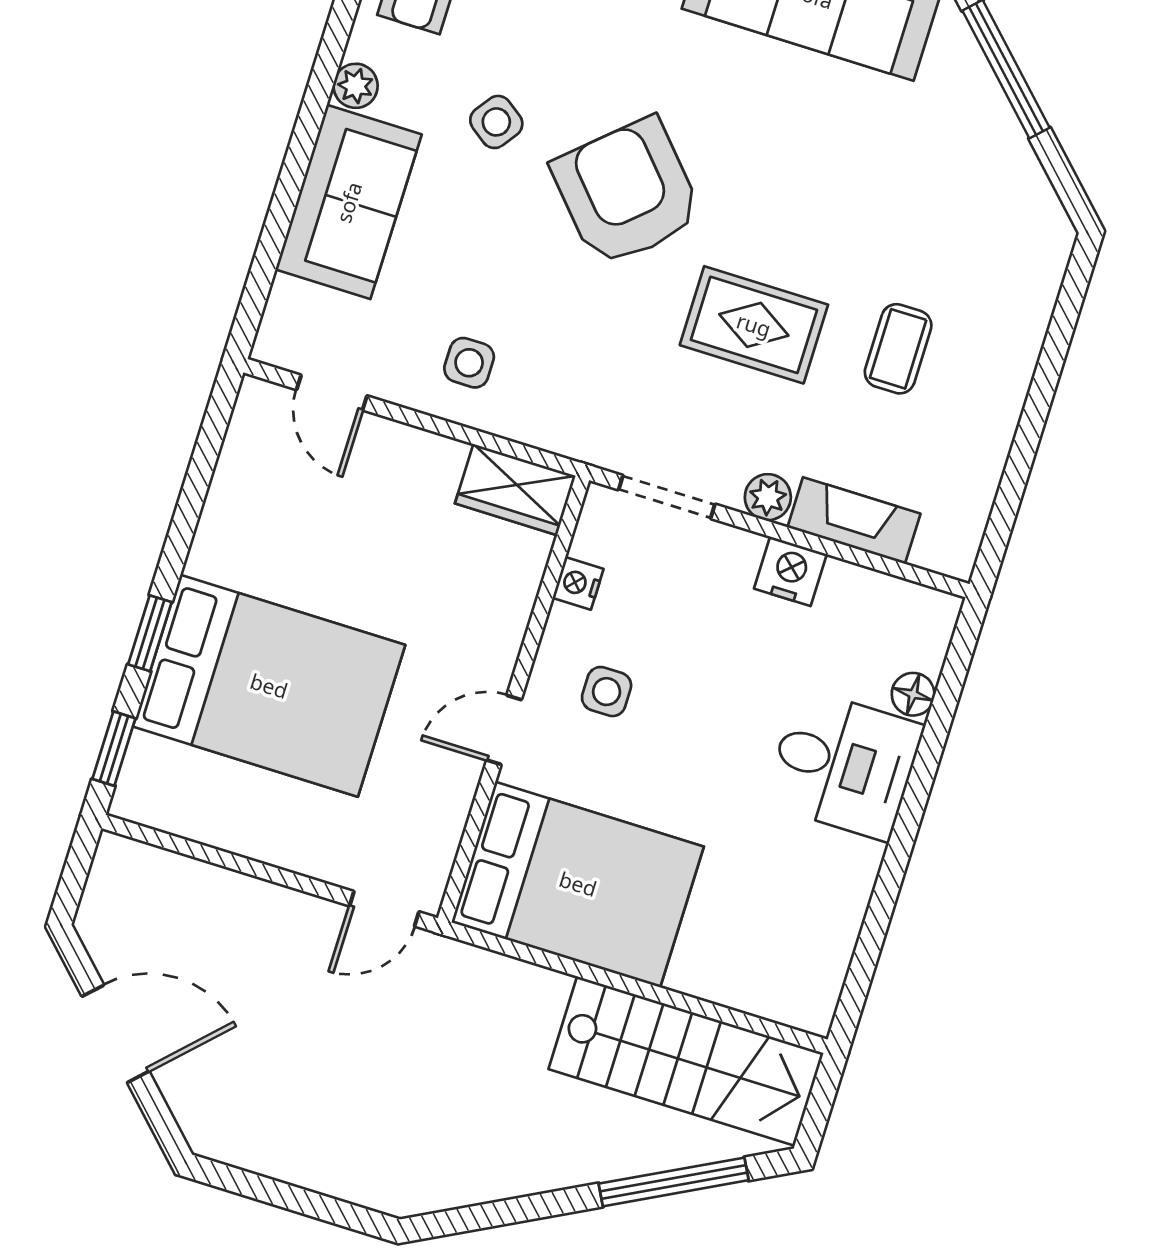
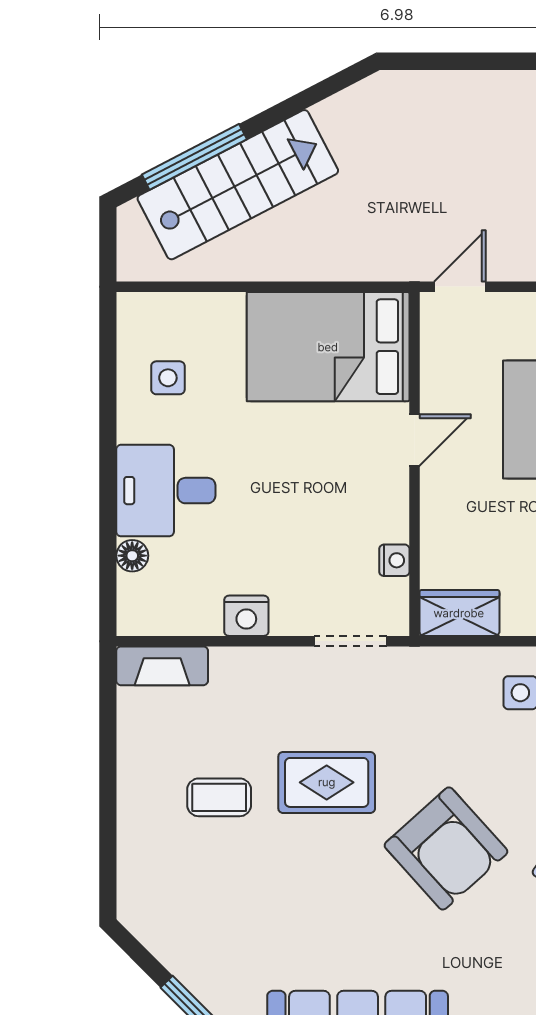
coffee table: (898, 349) -> (219, 797), turned 90
plant: (768, 497) -> (279, 663), removed
fireplace: (854, 520) -> (162, 666), moved
side table: (607, 692) -> (168, 378), moved
stairs: (686, 1061) -> (238, 185), moved, turned 153

